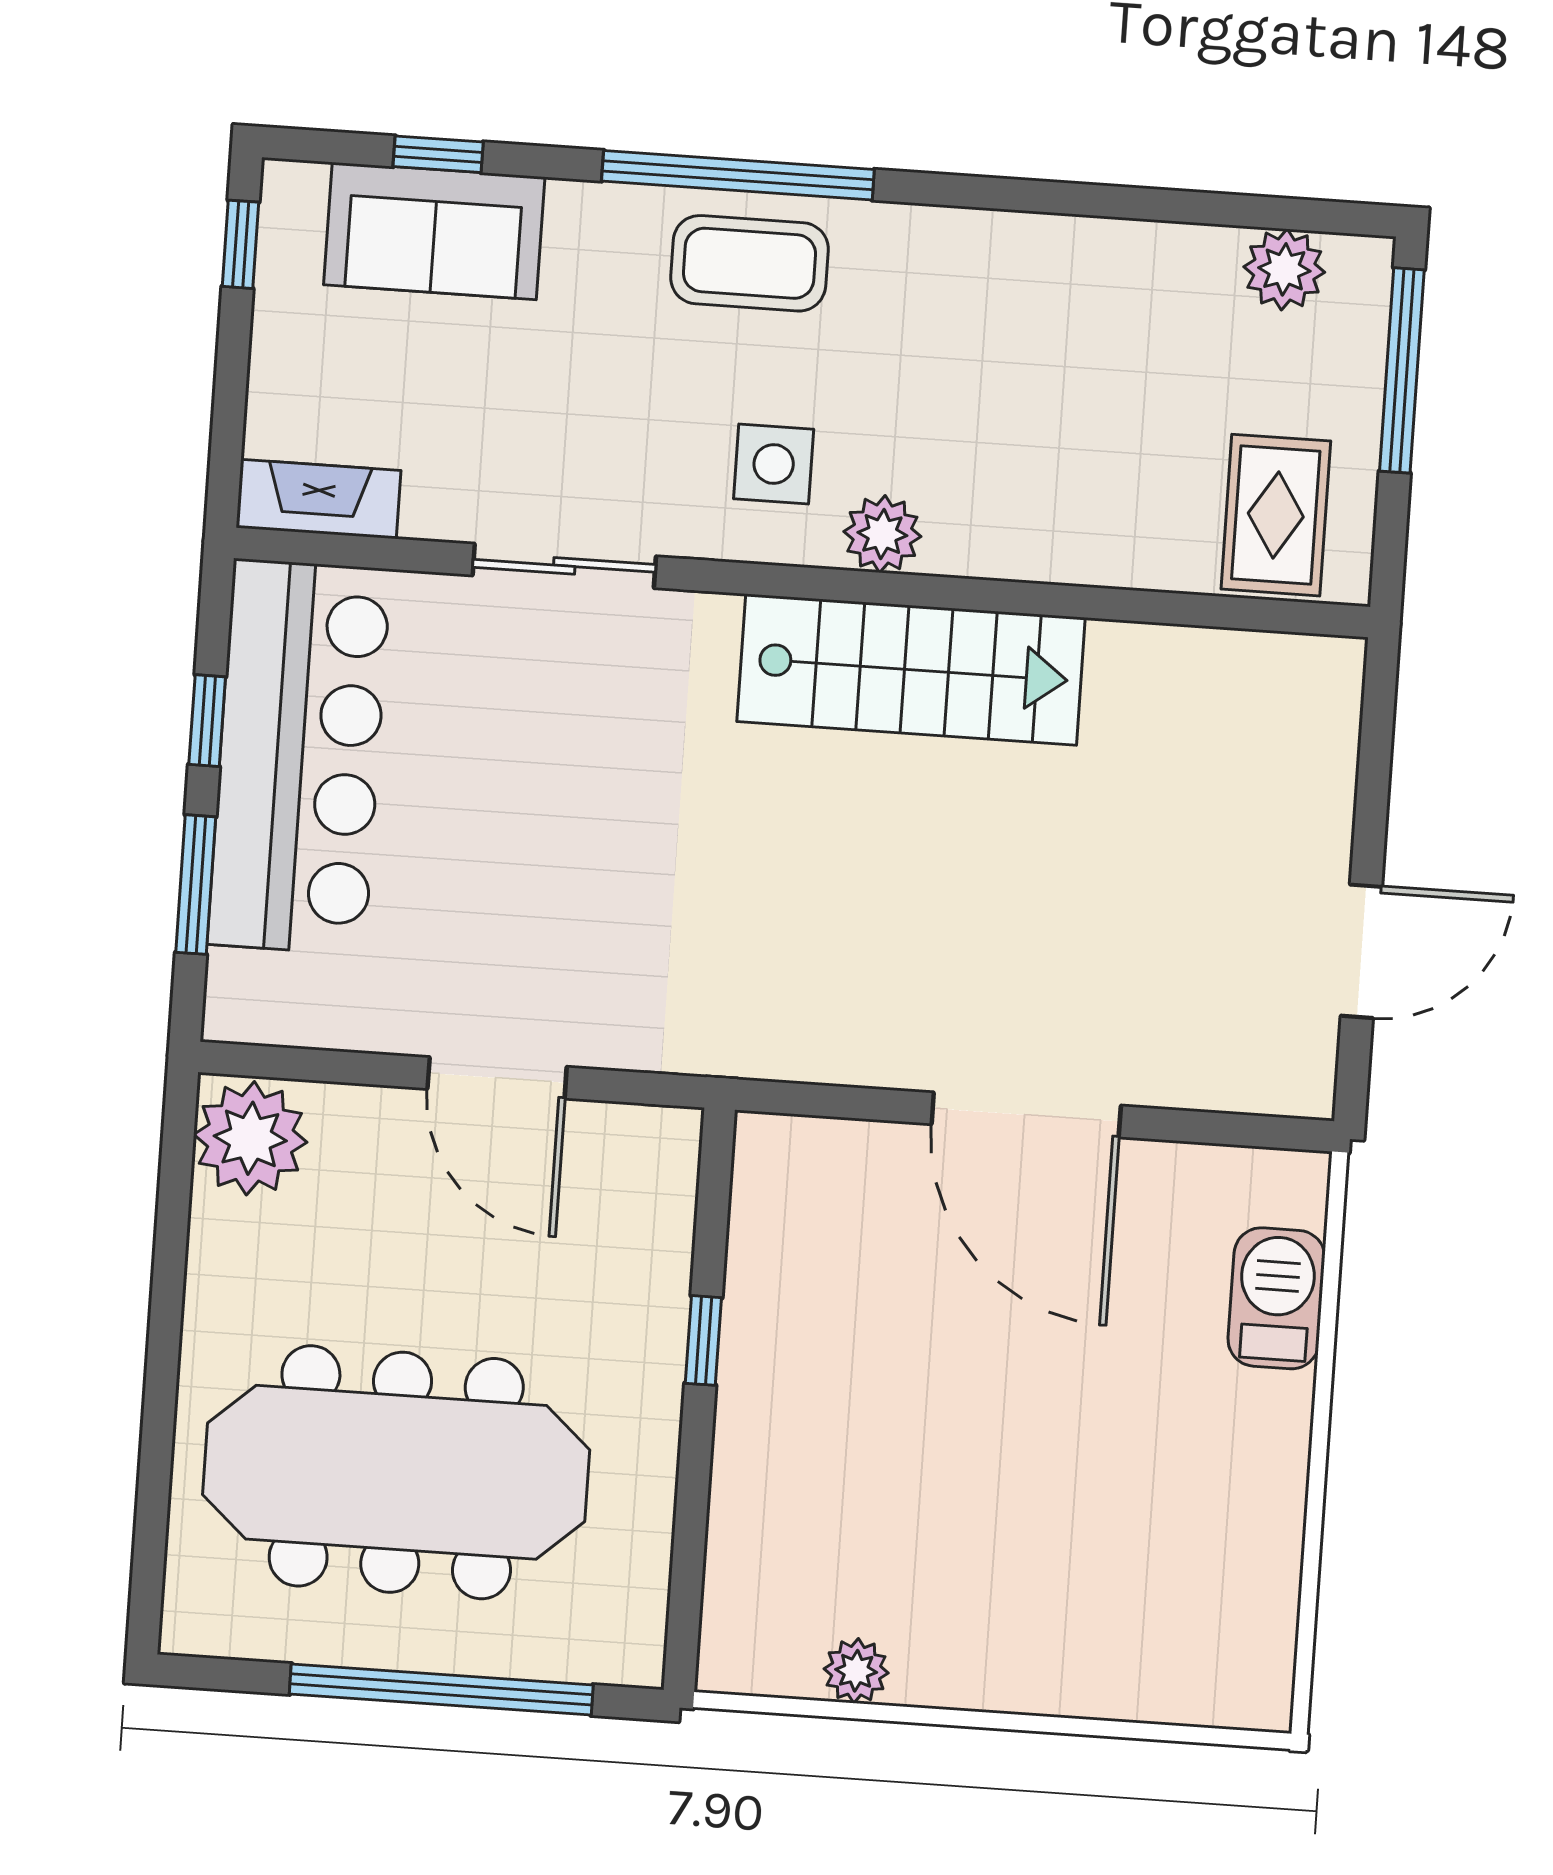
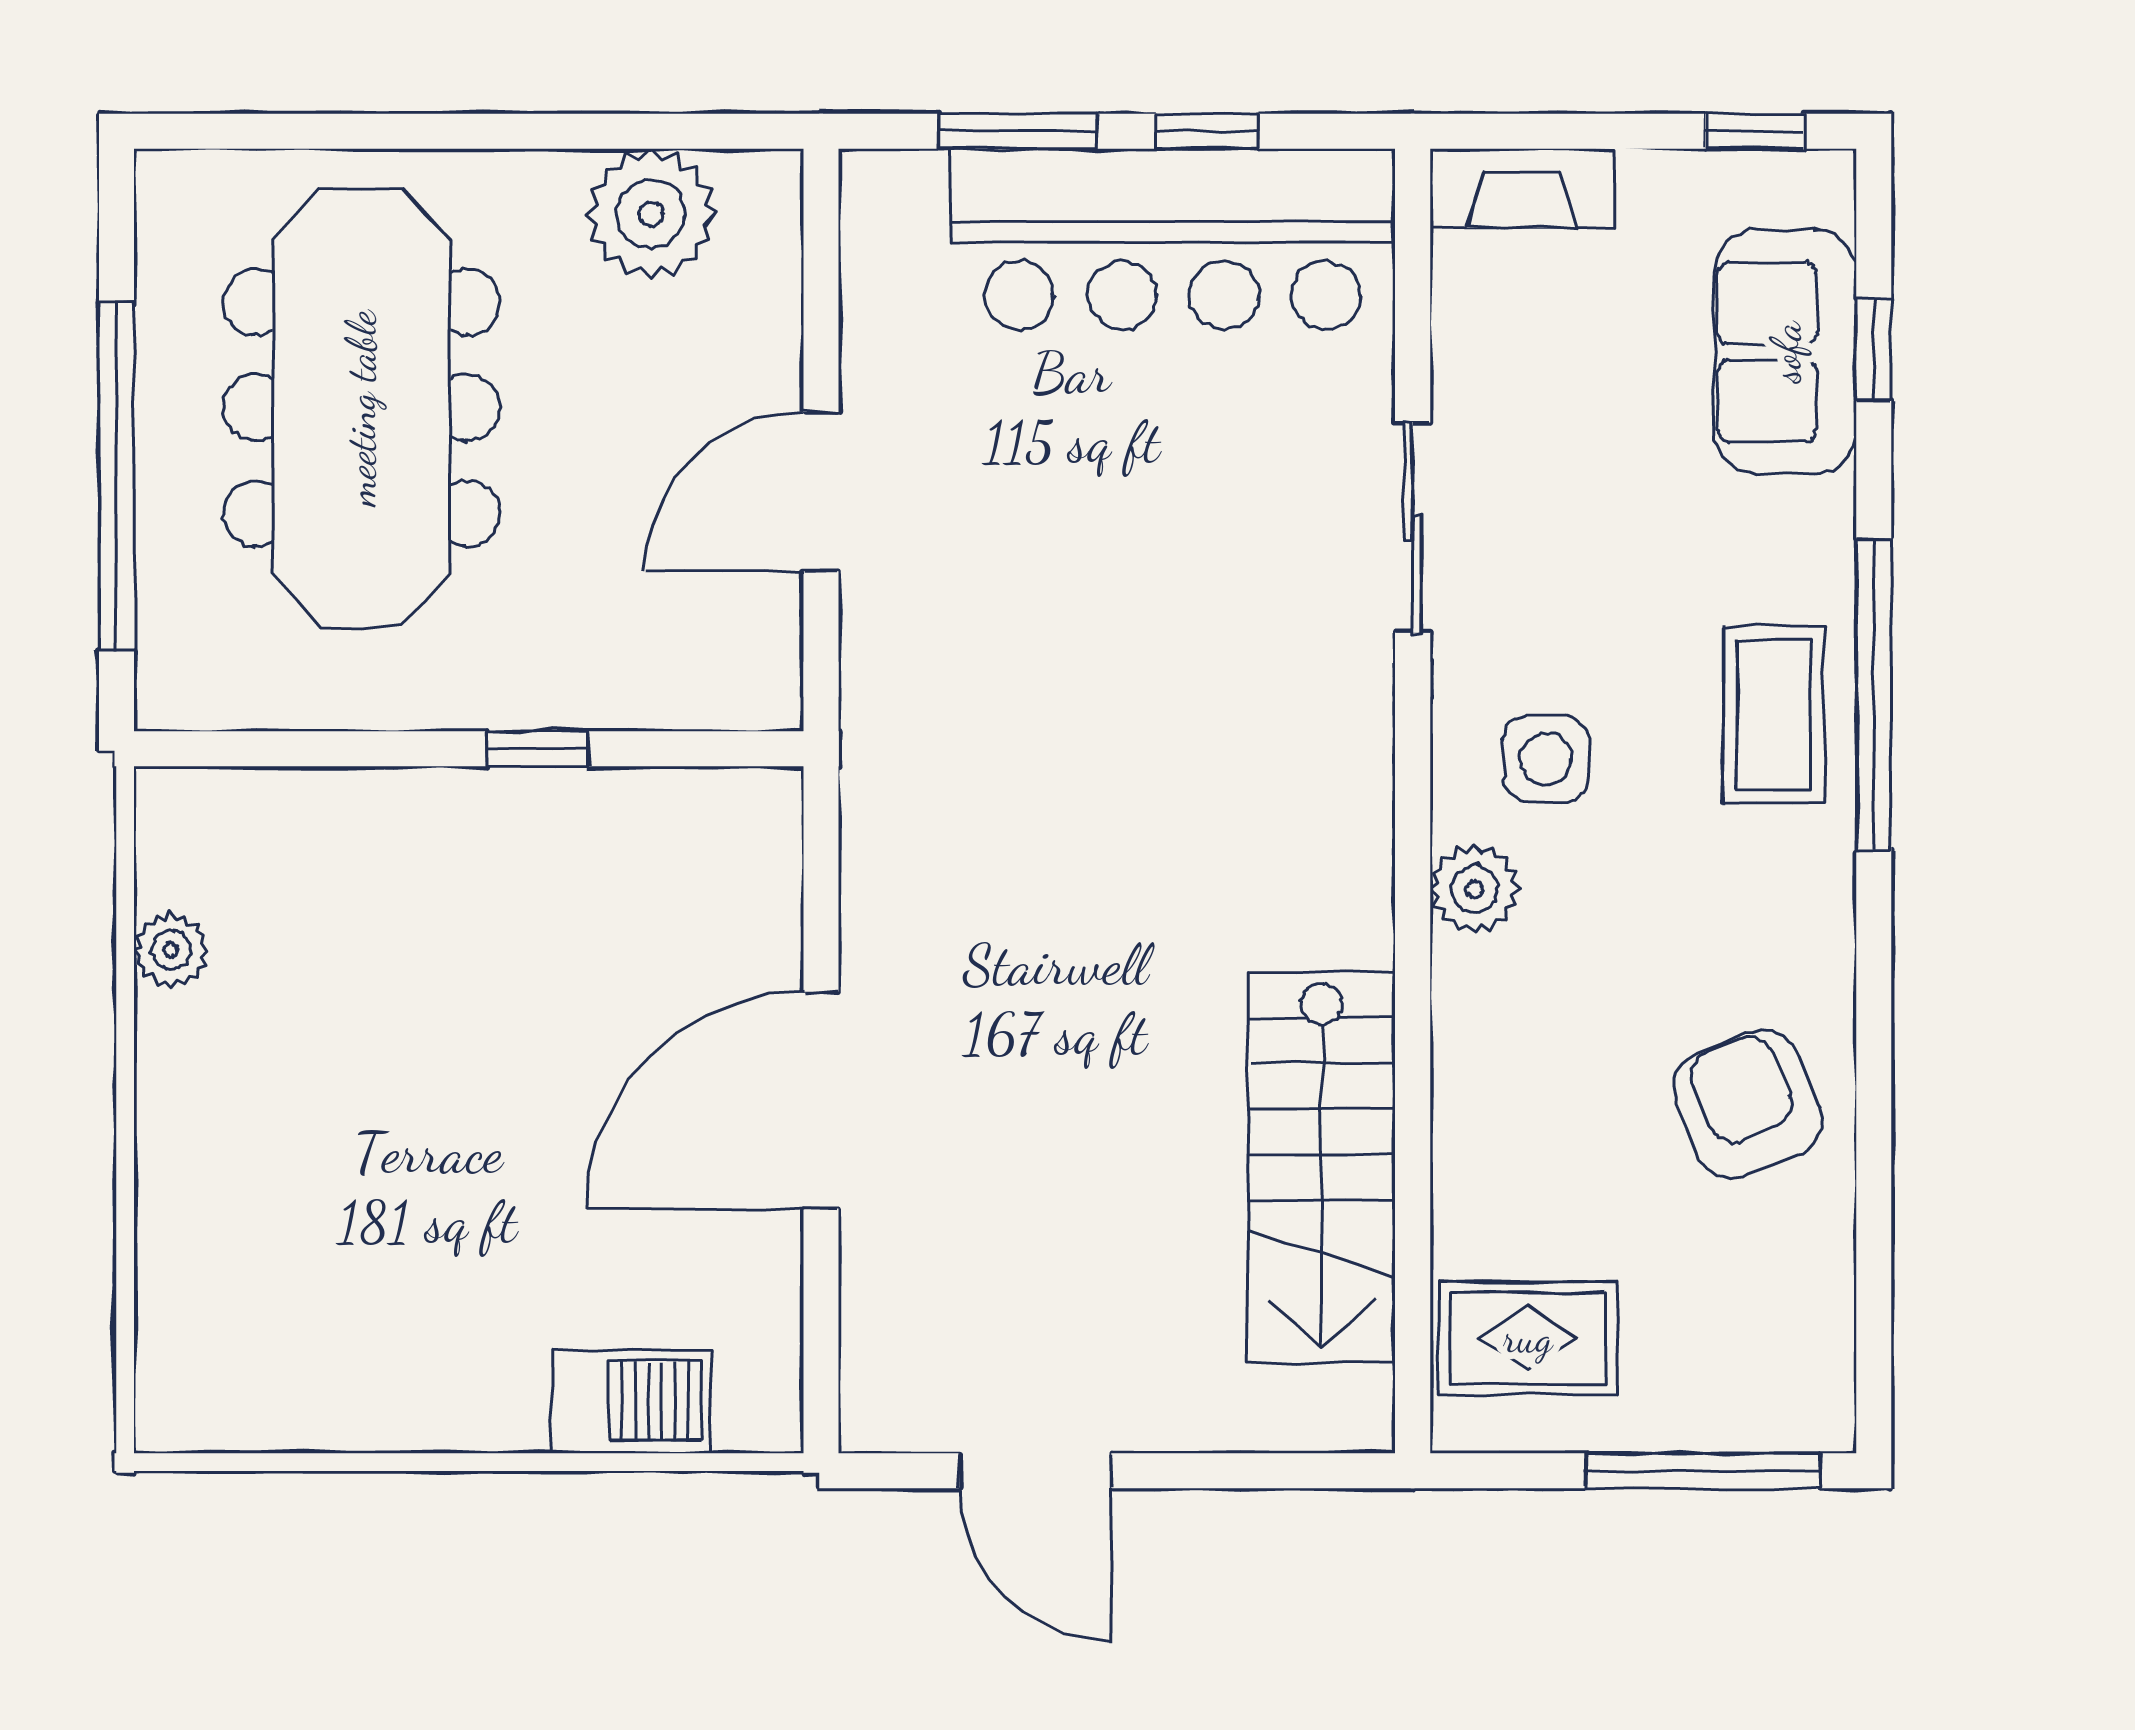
plant: (1284, 269) -> (1810, 1328), removed
armchair: (1086, 310) -> (1747, 1104), added
fireplace: (318, 499) -> (1522, 188), moved, turned 90
stairs: (911, 670) -> (1322, 1168), moved
plant: (250, 1138) -> (651, 214), moved

